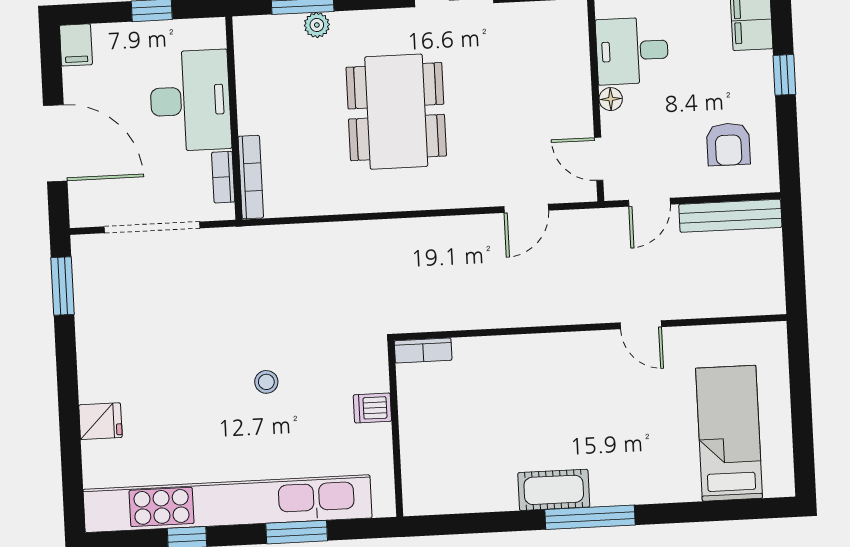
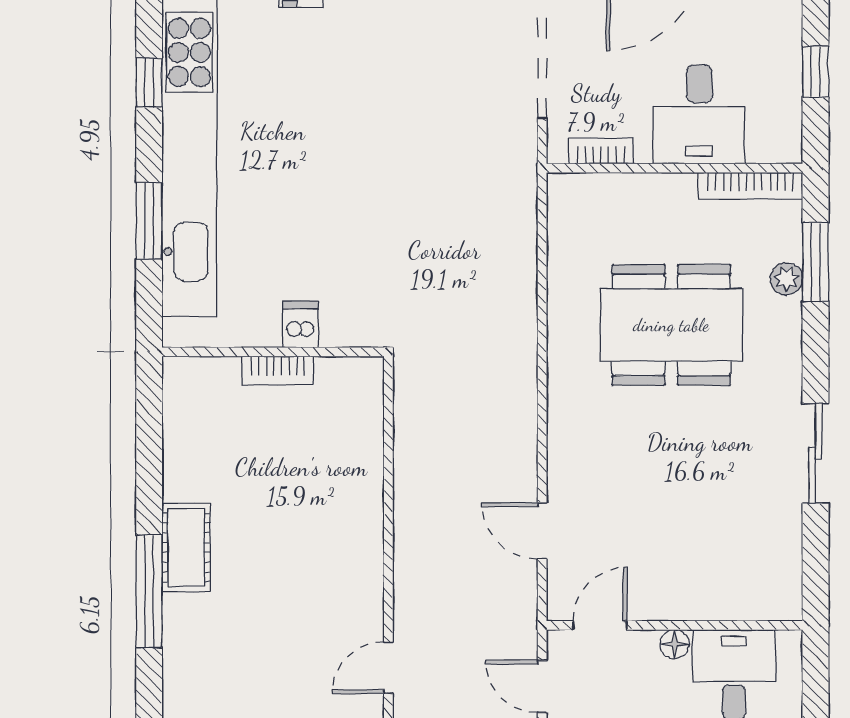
desk: (190, 101) -> (699, 115), width x0.73
dining table: (396, 112) -> (671, 325), moved
bookcase: (251, 177) -> (750, 186), moved
bookcase: (423, 350) -> (278, 370), moved, turned -90
stool: (266, 382) -> (340, 192), removed

